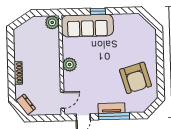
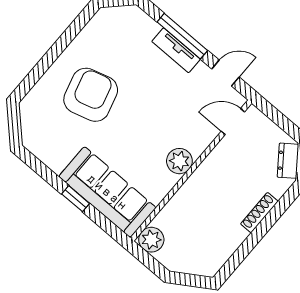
armchair: (135, 78) -> (91, 95), moved

